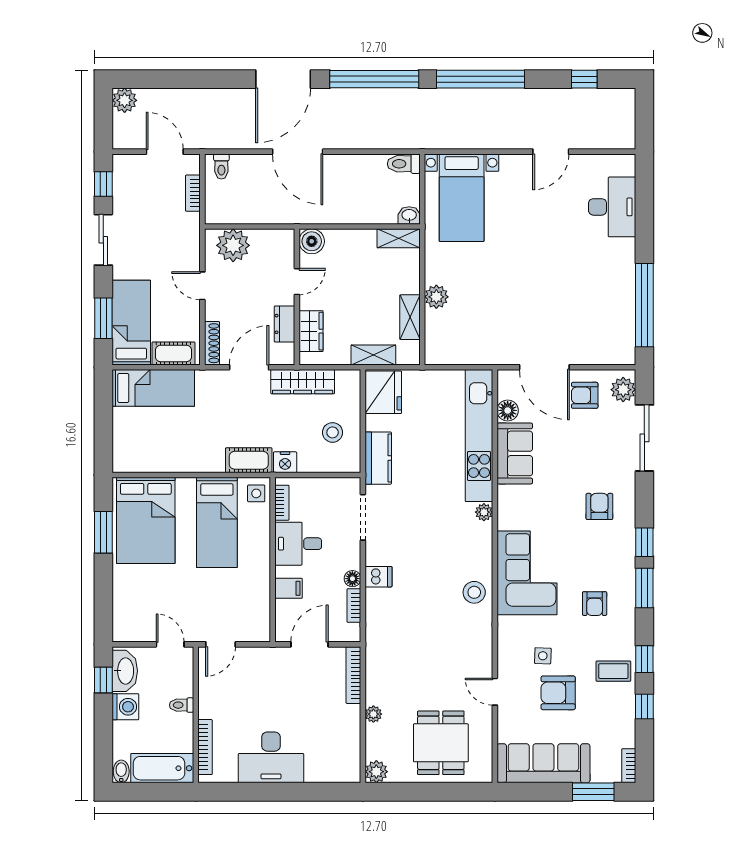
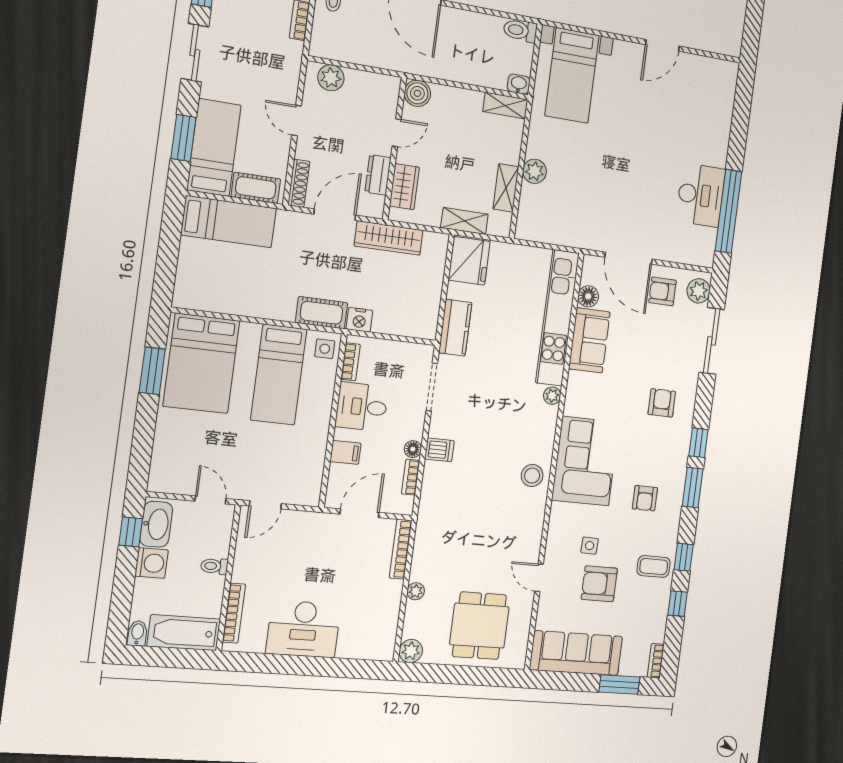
desk: (612, 207) -> (701, 195), moved
plant: (233, 245) -> (331, 78), width x0.73, depth x0.73
stool: (333, 432) -> (412, 295), removed

